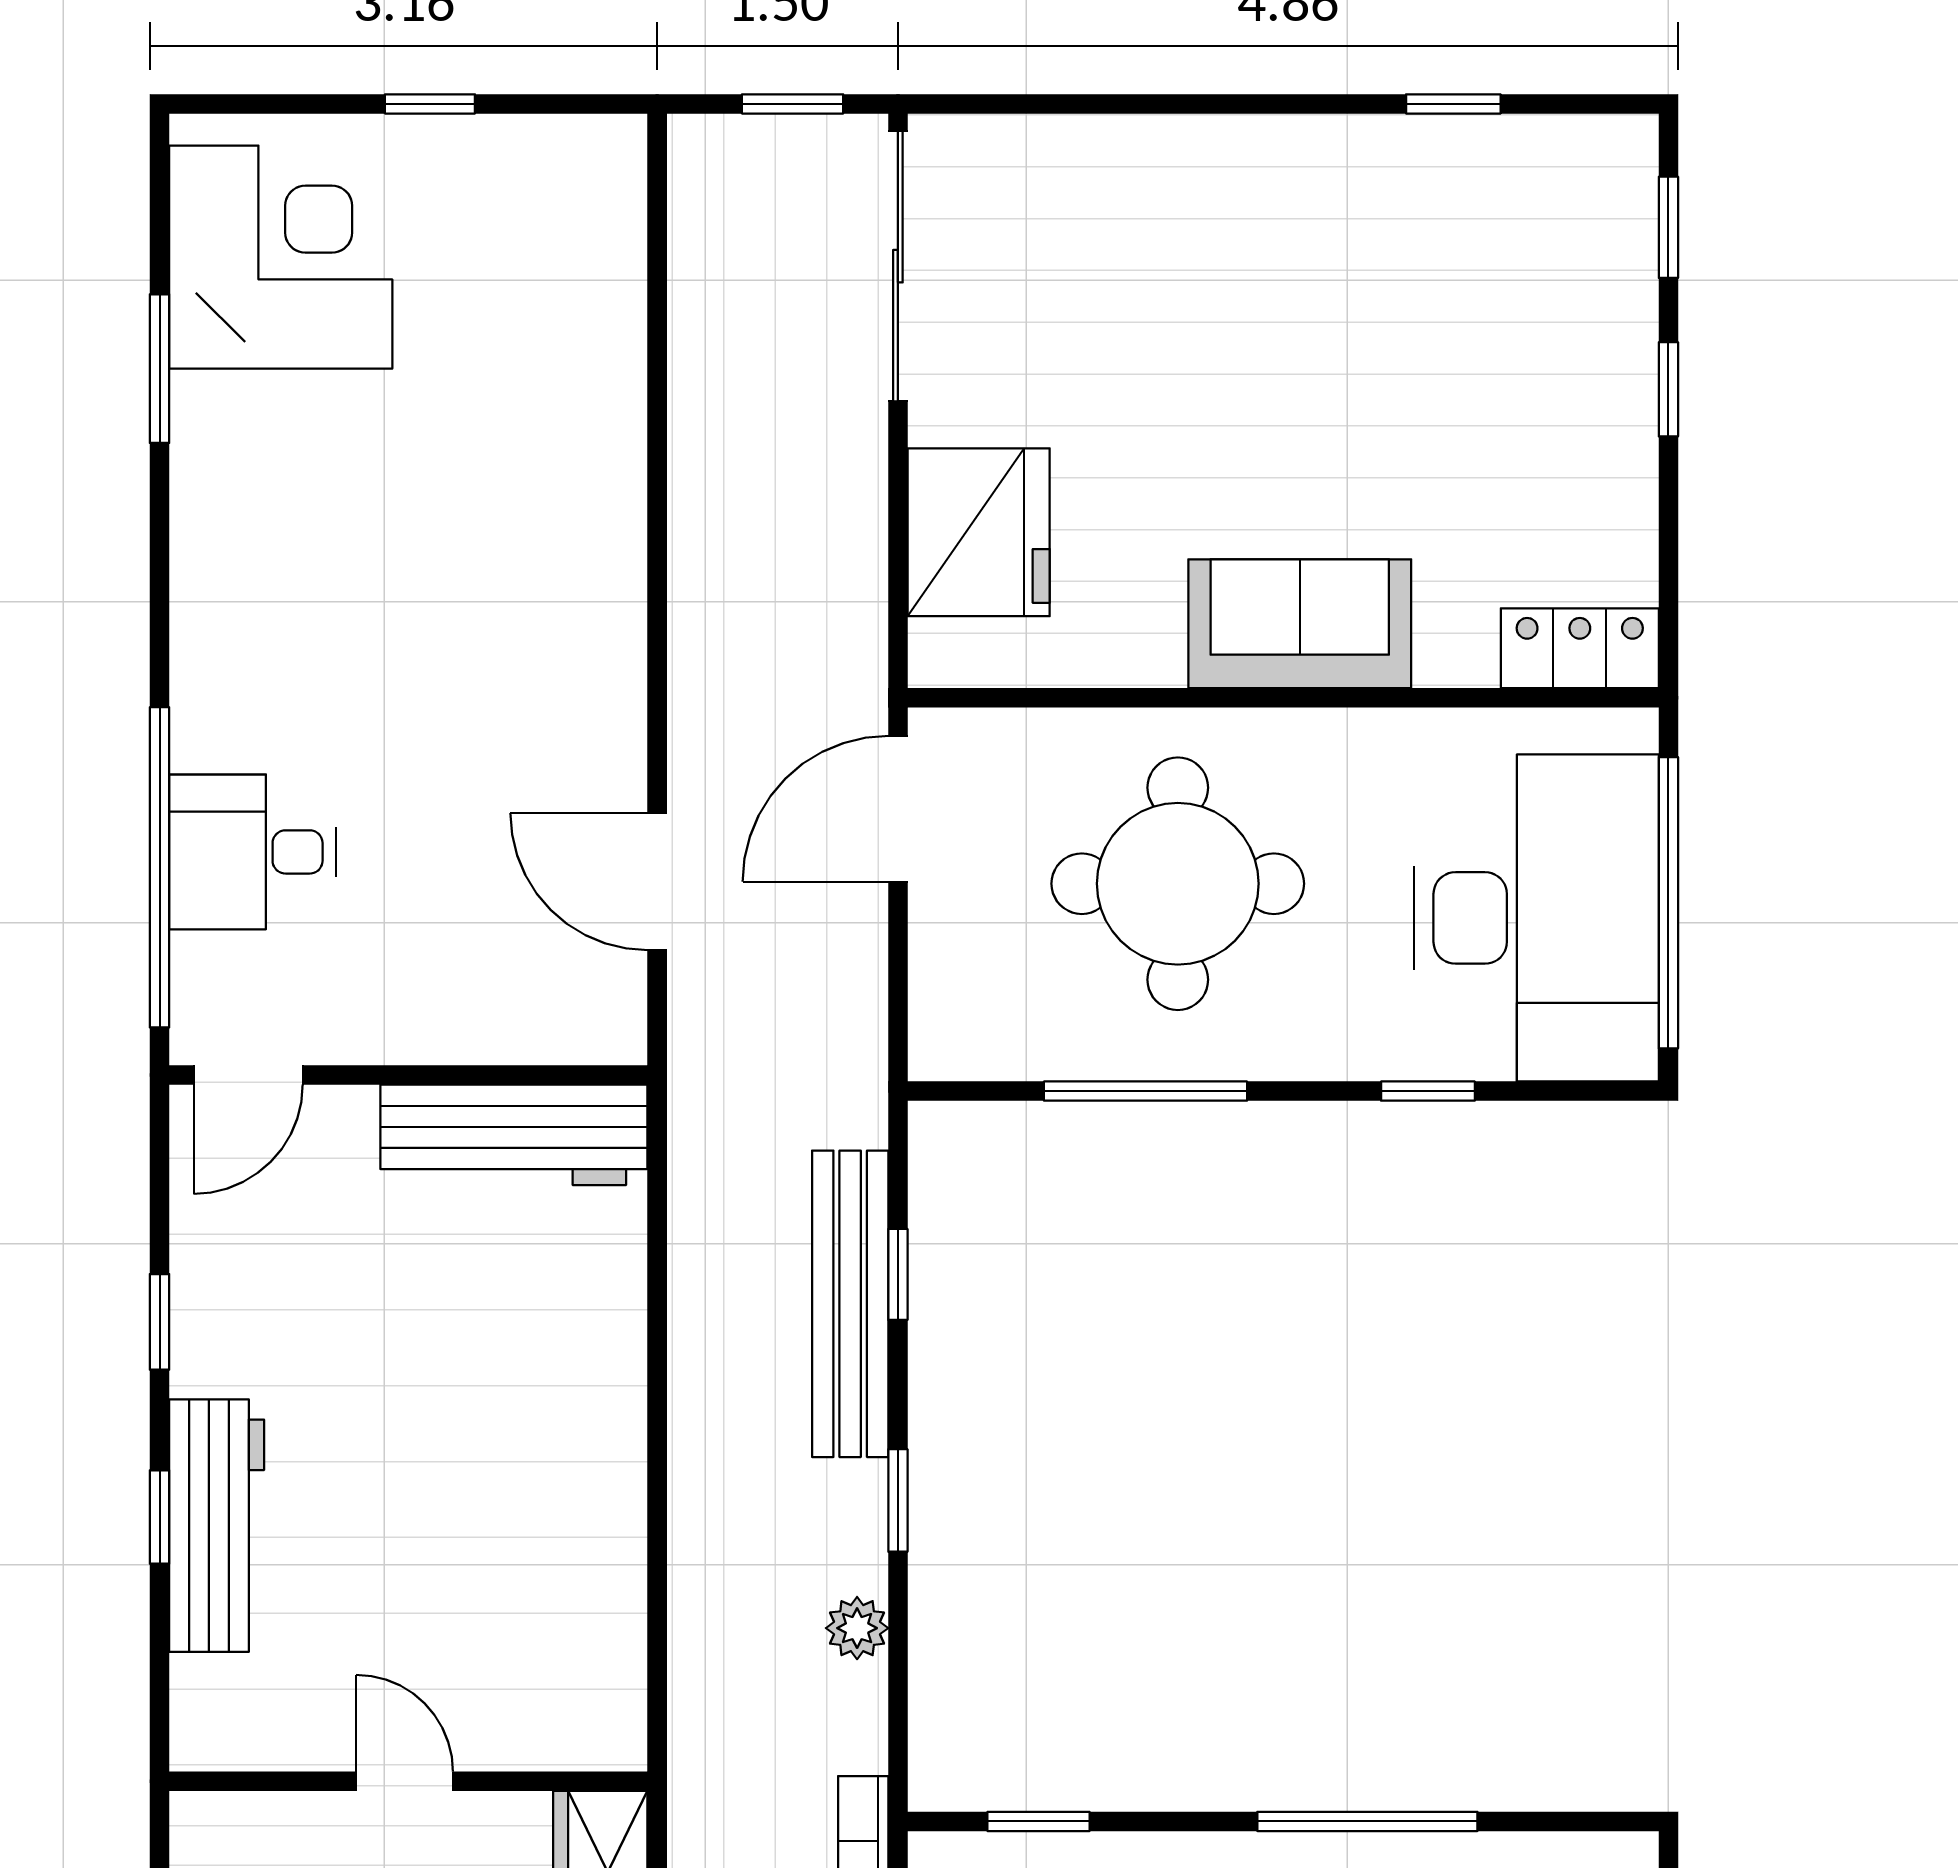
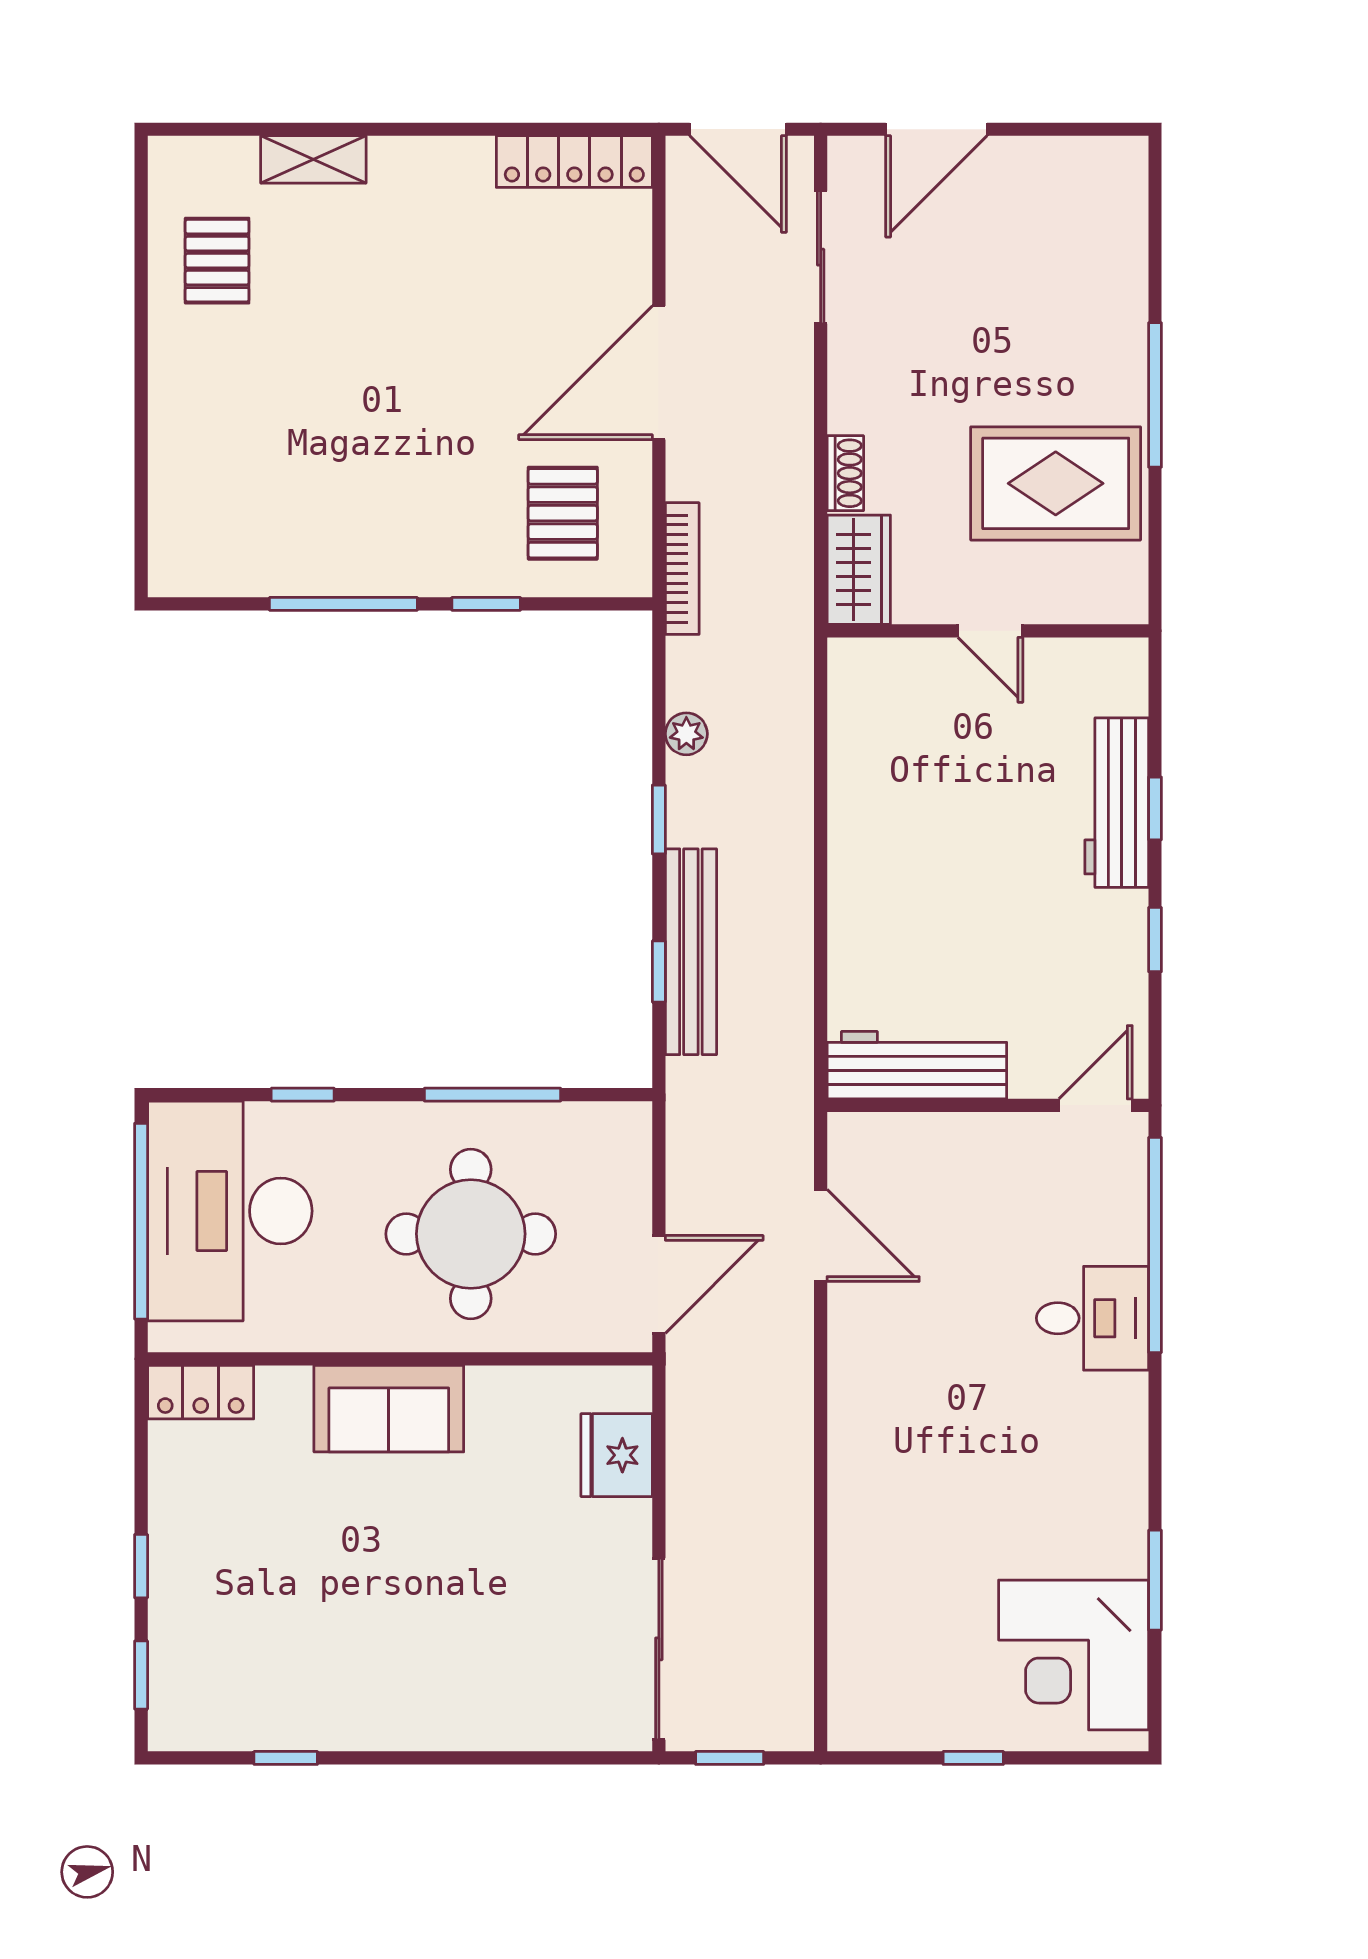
fridge: (979, 532) -> (617, 1455), width x0.73, depth x0.75
desk: (253, 852) -> (1092, 1318), moved
window: (1038, 1821) -> (486, 604), moved

